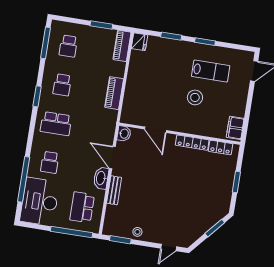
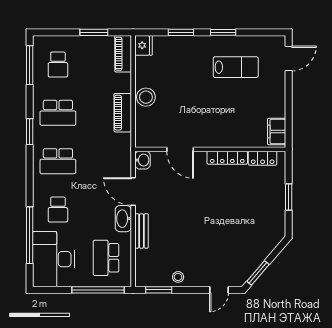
school desk: (62, 85) -> (58, 113), width x1.85
stool: (195, 97) -> (146, 97), moved
window: (215, 228) -> (258, 273), moved

